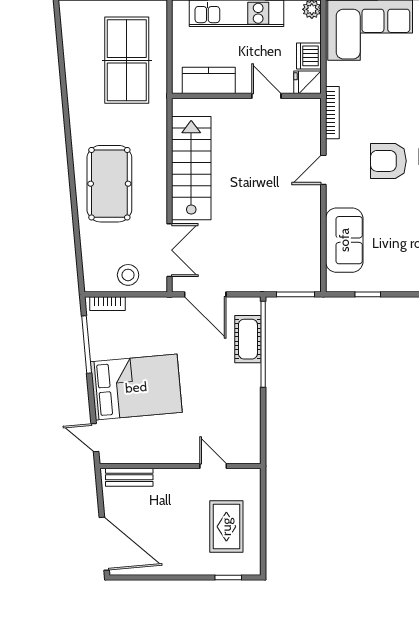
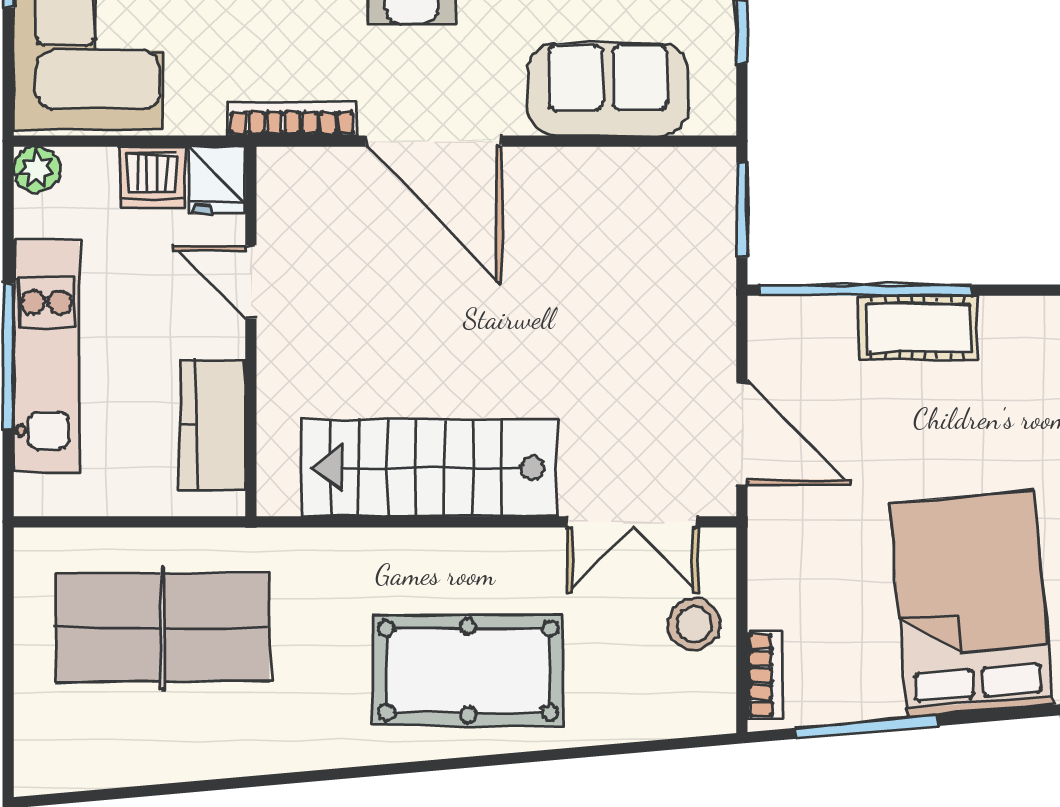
door: (266, 96) -> (251, 282), hinge flipped
door: (323, 170) -> (434, 141), width x1.87
double door: (169, 250) -> (632, 522), swing flipped
door: (205, 294) -> (742, 433), hinge flipped
cot: (248, 339) -> (918, 328), moved

